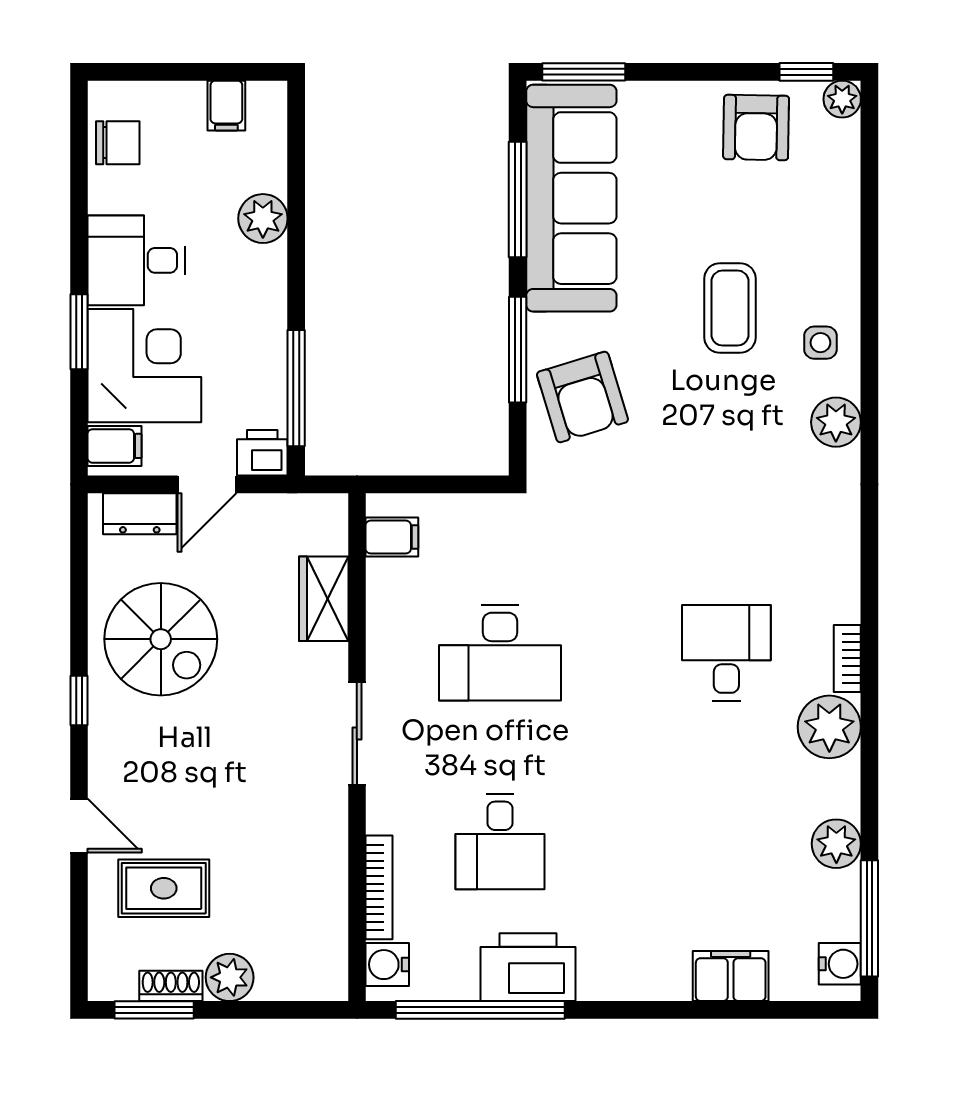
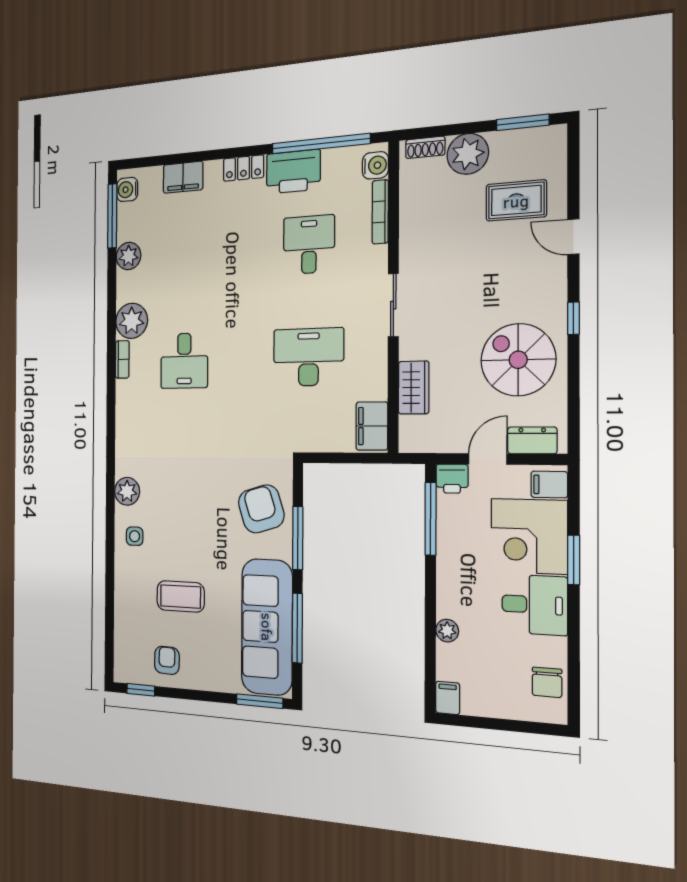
plant: (842, 99) -> (123, 673), removed
filing cabinet: (226, 106) -> (448, 698), moved
armchair: (756, 128) -> (167, 660), width x0.72, depth x0.72
chair: (118, 143) -> (547, 682), turned -90
plant: (263, 219) -> (447, 631), width x0.73, depth x0.73
coffee table: (730, 308) -> (181, 596), moved, turned 90
filing cabinet: (392, 537) -> (372, 426), width x2.00
plant: (230, 977) -> (468, 154), width x1.36, depth x1.36
locker: (618, 982) -> (243, 168), added
shoe rack: (171, 986) -> (425, 147), moved

